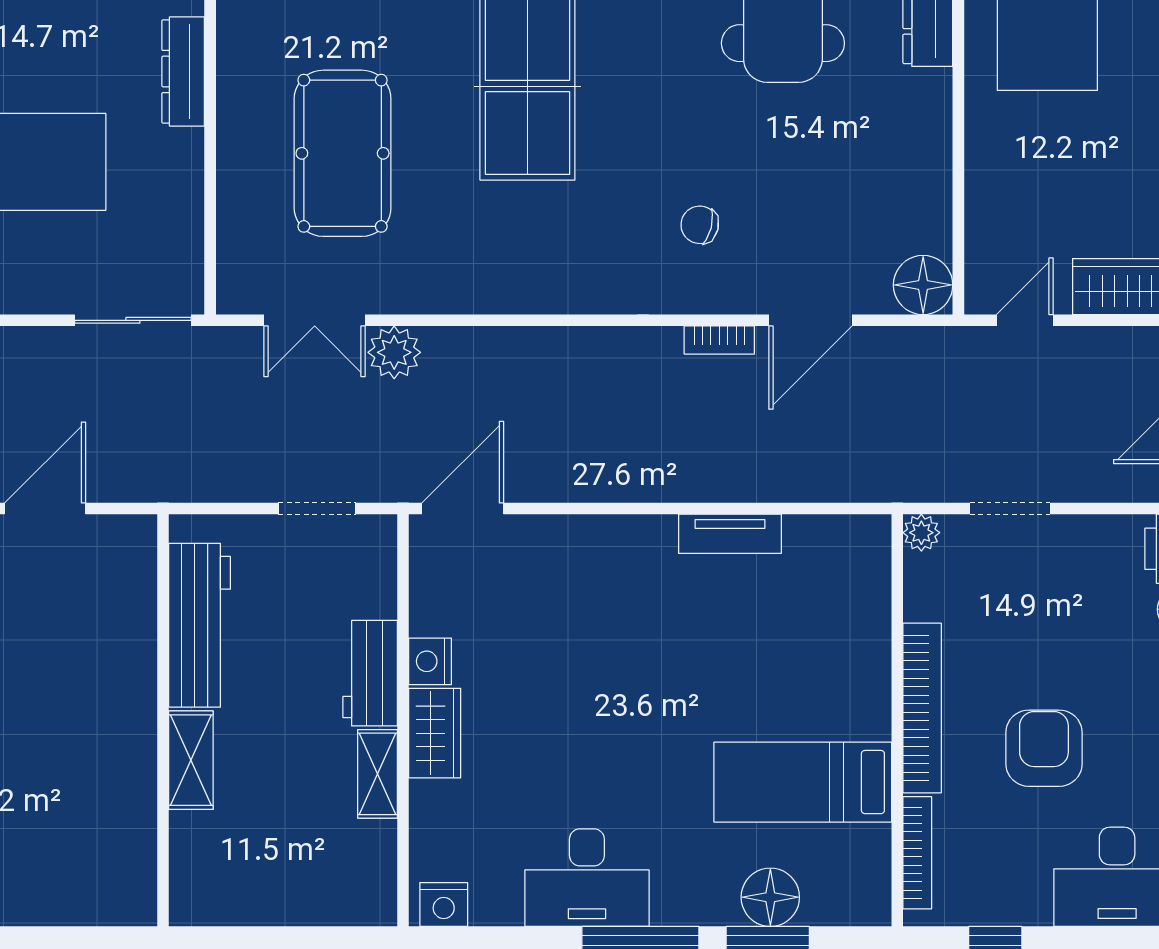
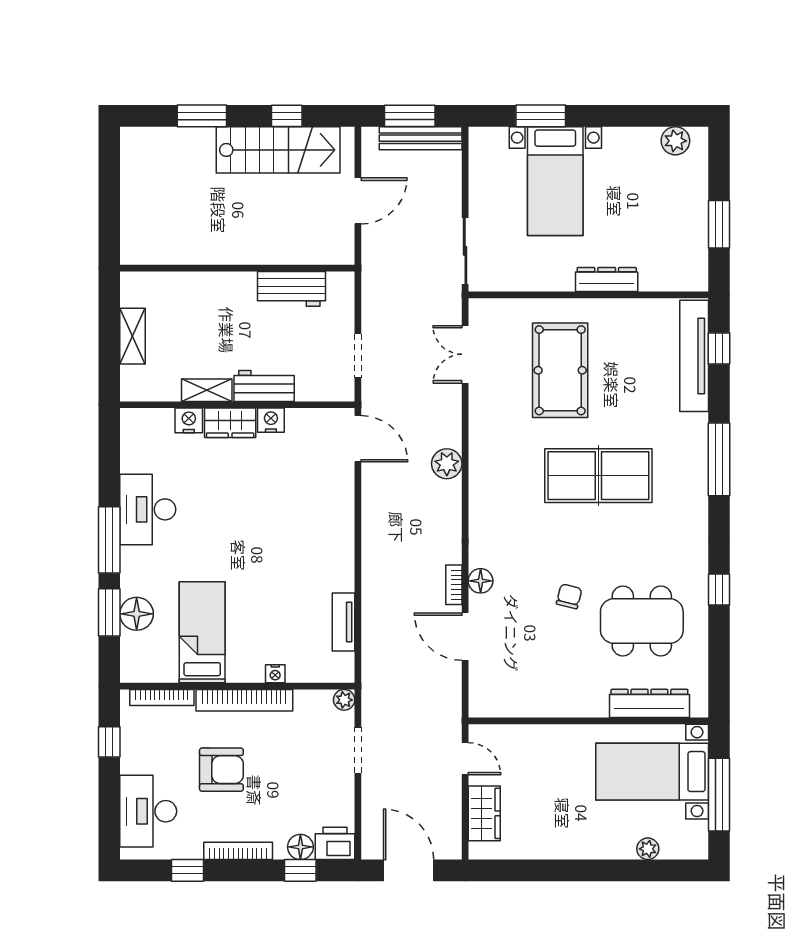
pool table: (343, 153) -> (560, 370), turned 90
chair: (700, 225) -> (569, 596), moved
floor lamp: (923, 285) -> (481, 581), moved, width x0.73, depth x0.73
plant: (394, 352) -> (447, 464), moved
door: (45, 509) -> (358, 201), hinge flipped
tv unit: (730, 534) -> (344, 622), moved
workbench: (200, 625) -> (291, 289), width x0.73
nightstand: (875, 654) -> (275, 674), added
shelving: (191, 760) -> (133, 336), moved, turned 90
nightstand: (444, 904) -> (189, 420), moved, turned 90

